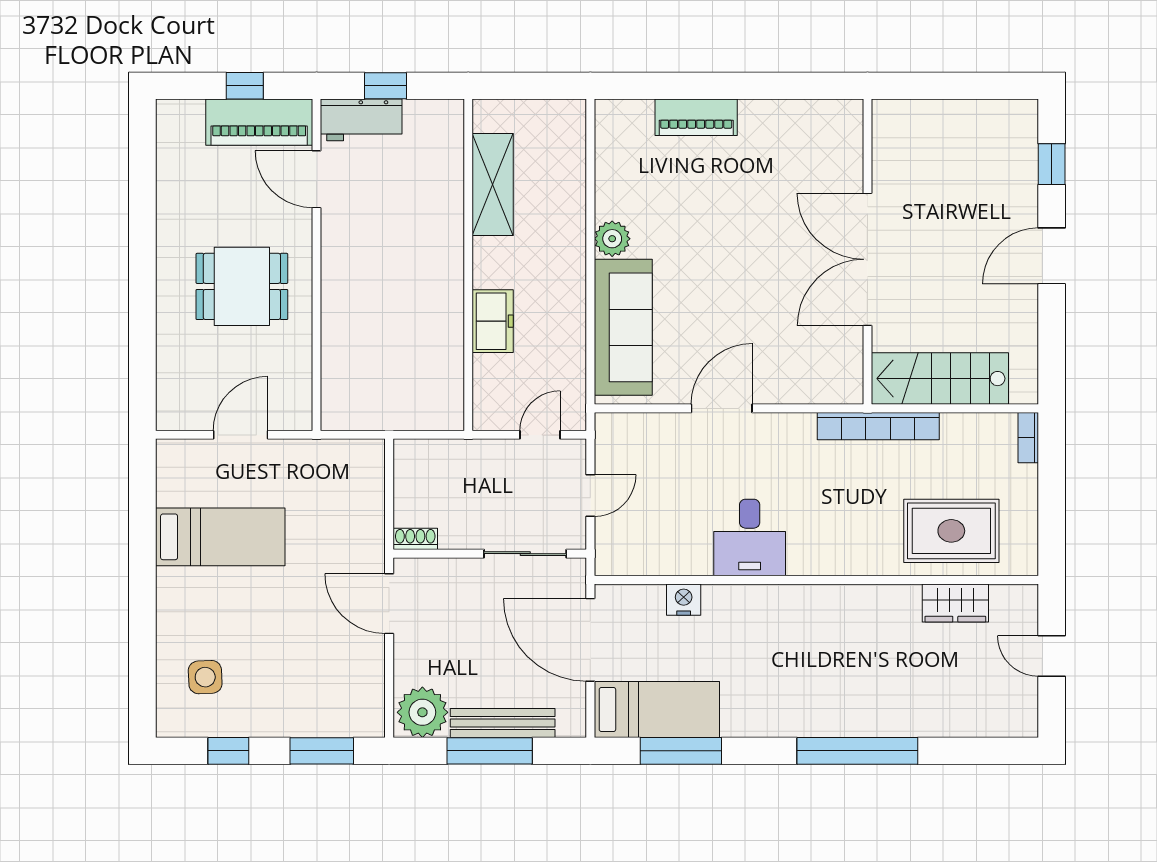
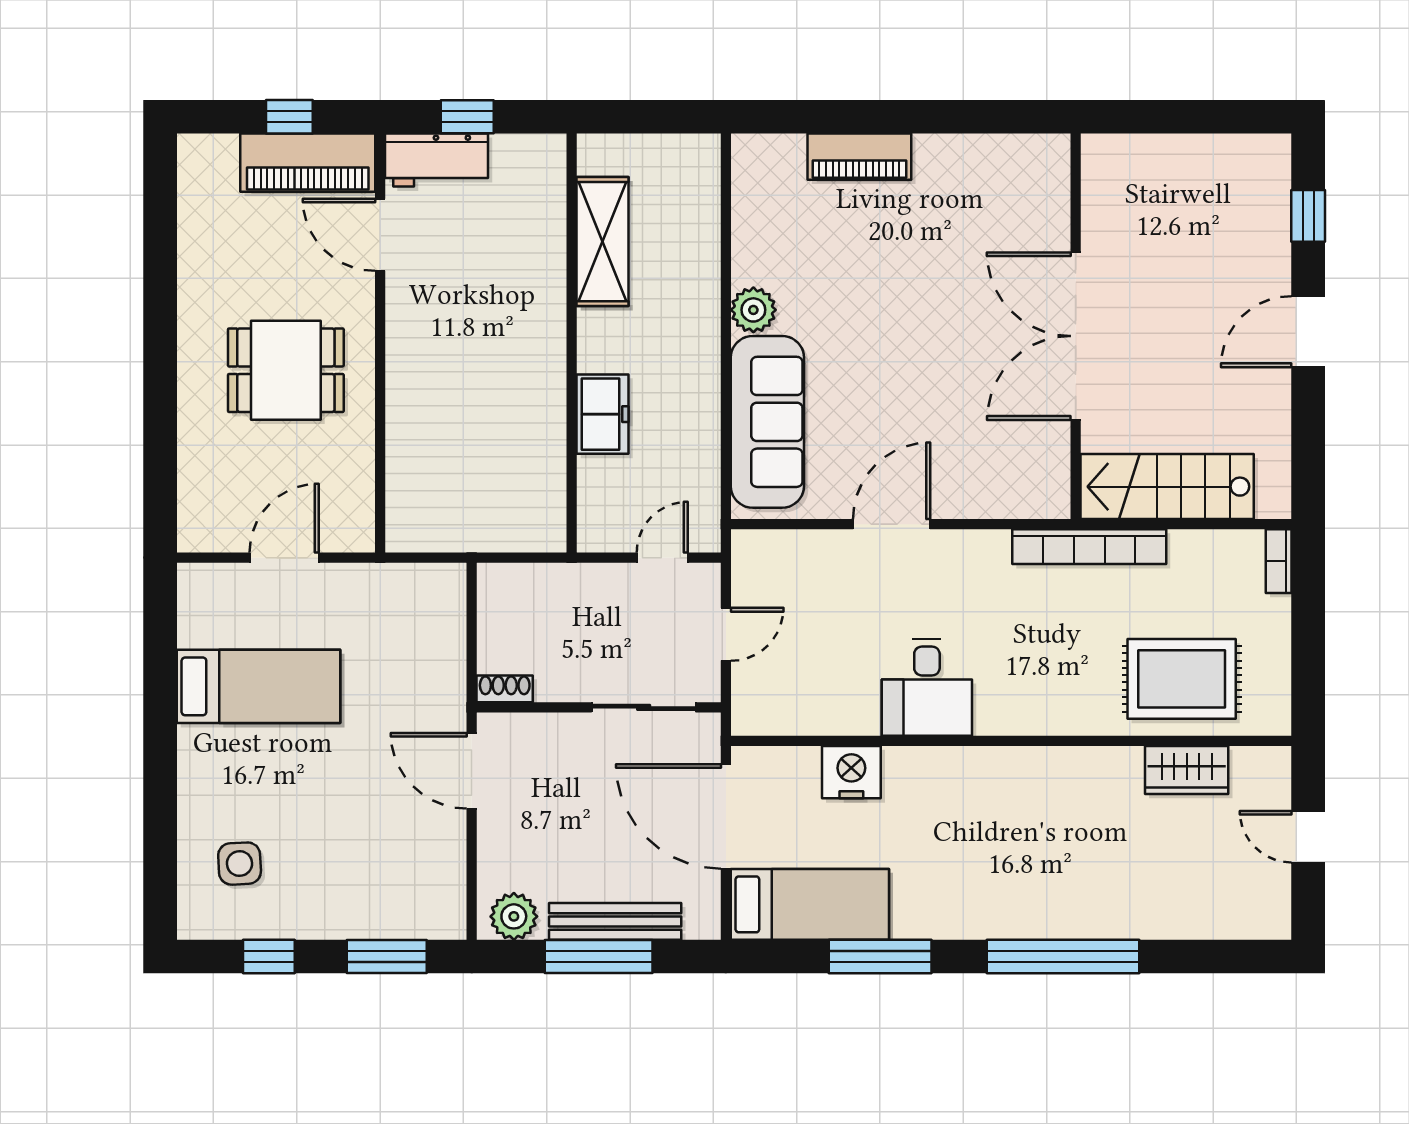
nightstand: (684, 600) -> (851, 772), width x1.36, depth x1.33
plant: (422, 712) -> (514, 916), width x0.73, depth x0.73
window: (681, 751) -> (880, 957), moved

